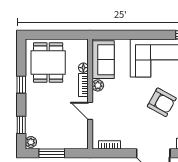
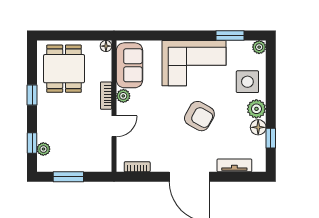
floor lamp: (83, 68) -> (106, 46), moved
door: (90, 111) -> (114, 126), swing flipped
plant: (31, 142) -> (43, 149), moved

